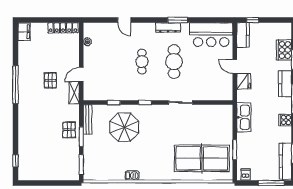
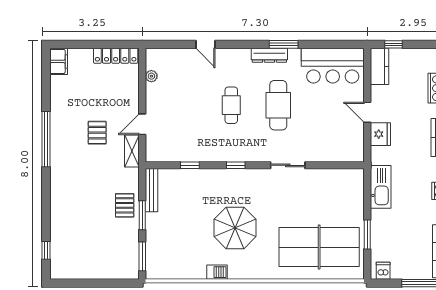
parasol: (124, 127) -> (235, 228), moved

